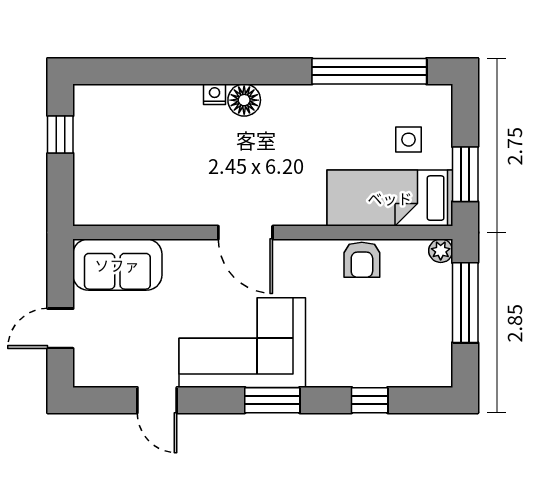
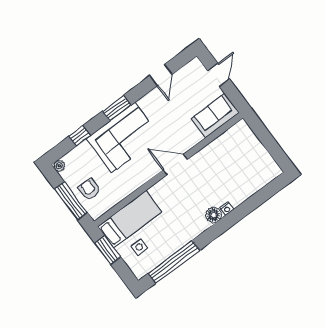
window: (60, 134) -> (274, 149), removed
plant: (441, 251) -> (59, 166), moved
armchair: (362, 260) -> (89, 189), moved
corner sofa: (242, 343) -> (123, 138), moved
door: (157, 400) -> (161, 75), swing flipped

